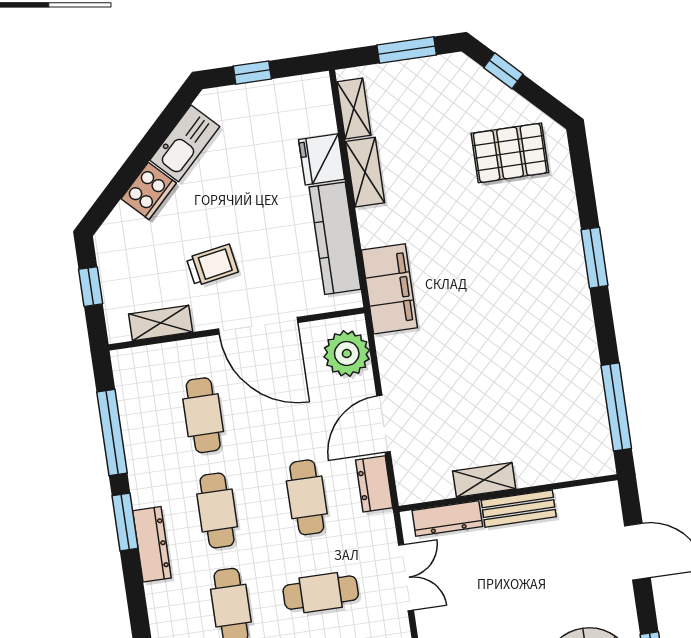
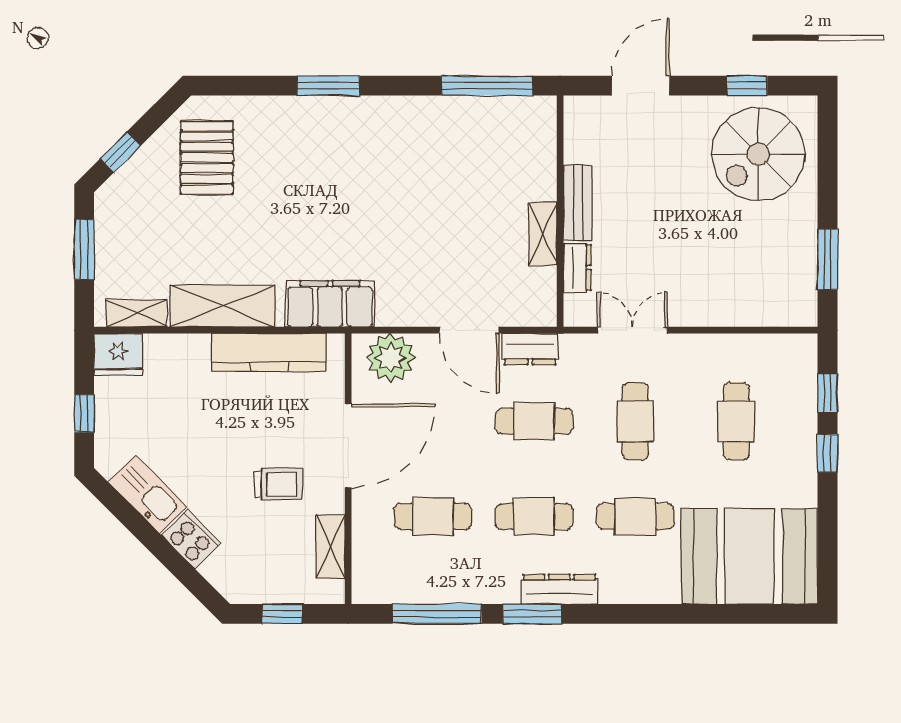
fridge: (322, 159) -> (118, 354), moved
shelving: (365, 172) -> (222, 306), width x1.50, depth x1.33
trolley: (212, 265) -> (278, 484), turned 100
dresser: (447, 518) -> (577, 268), width x0.70

